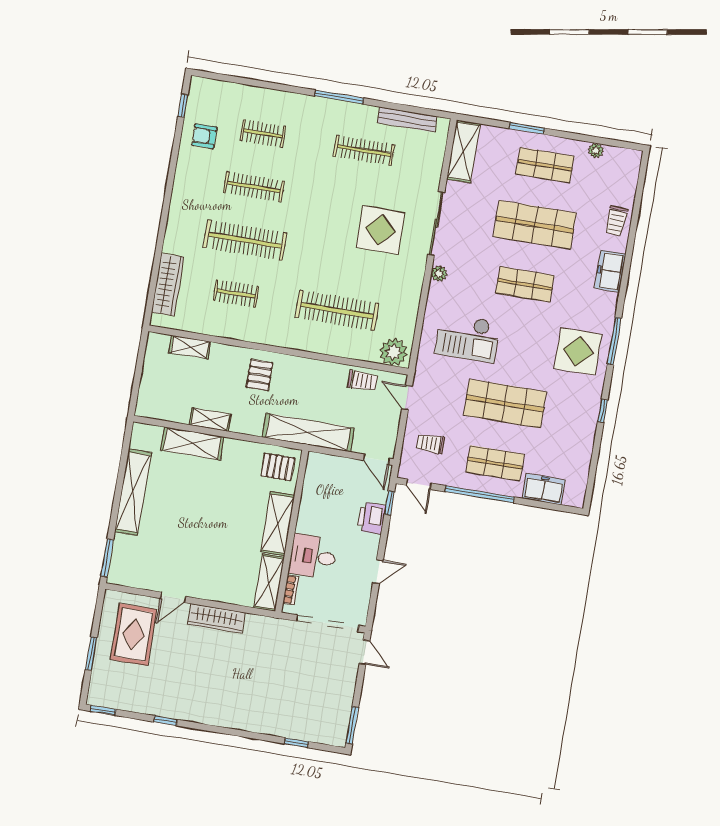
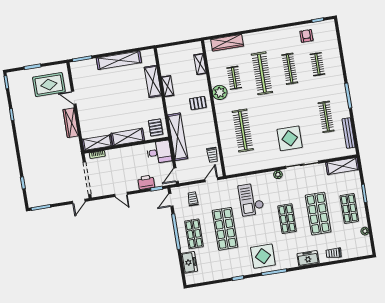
plant: (393, 352) -> (220, 92), moved
desk: (313, 556) -> (159, 152), moved, turned 90

